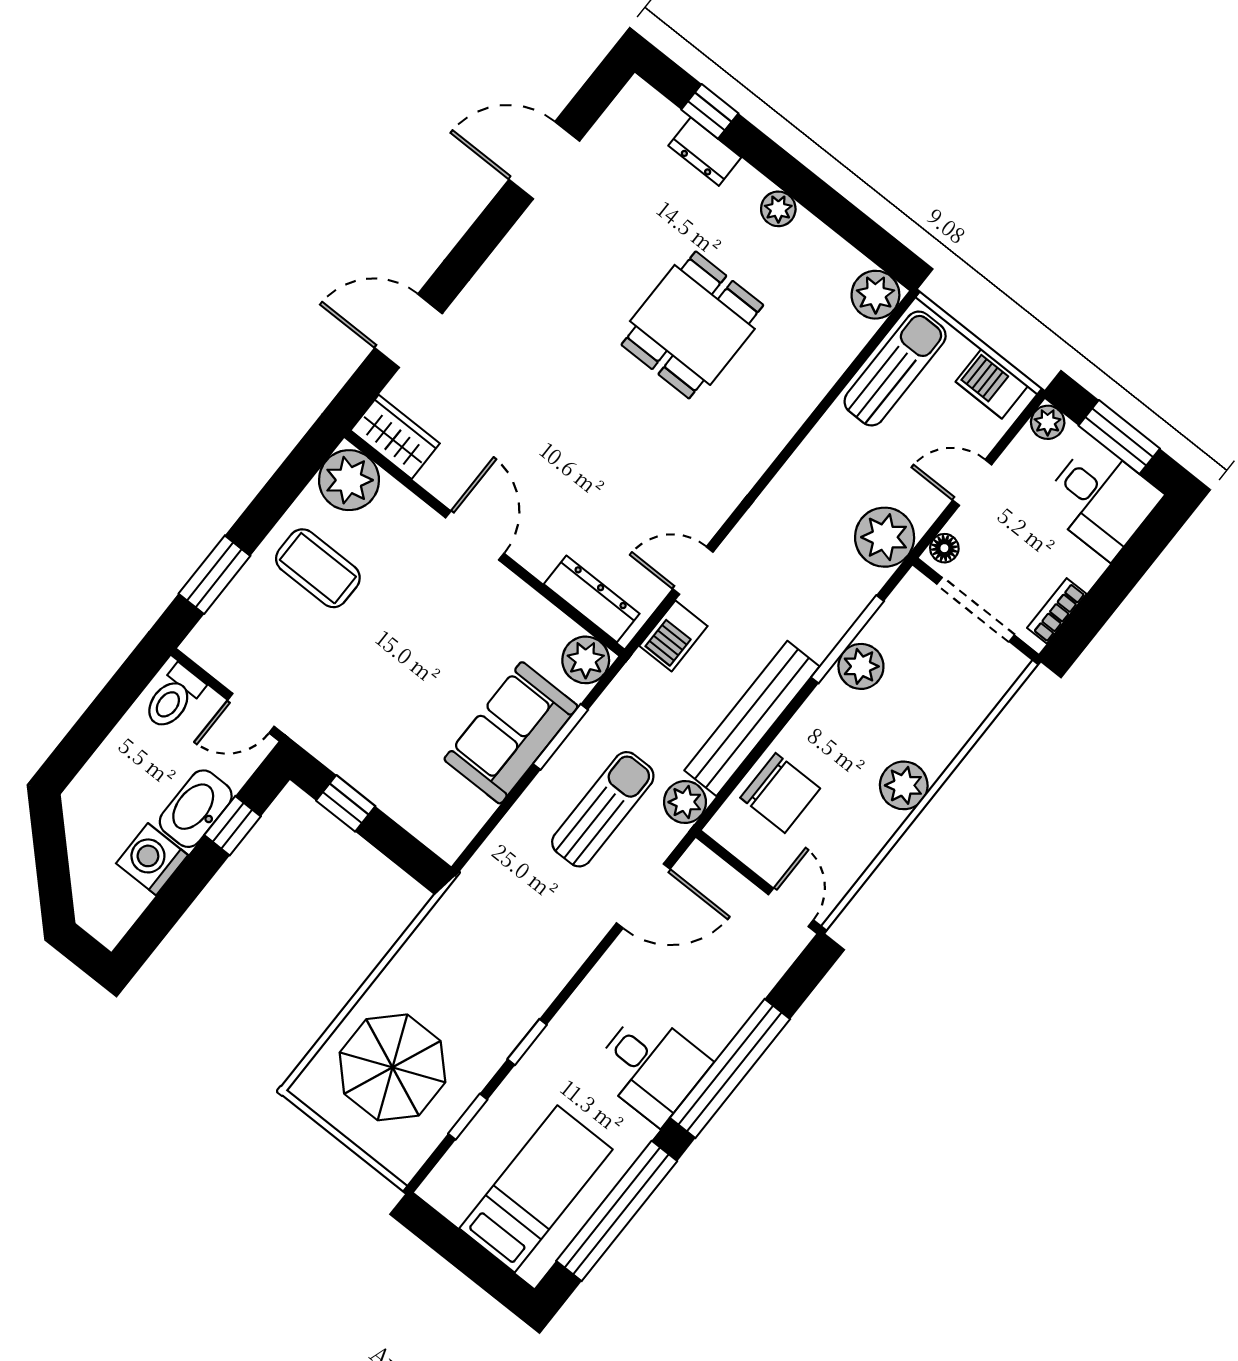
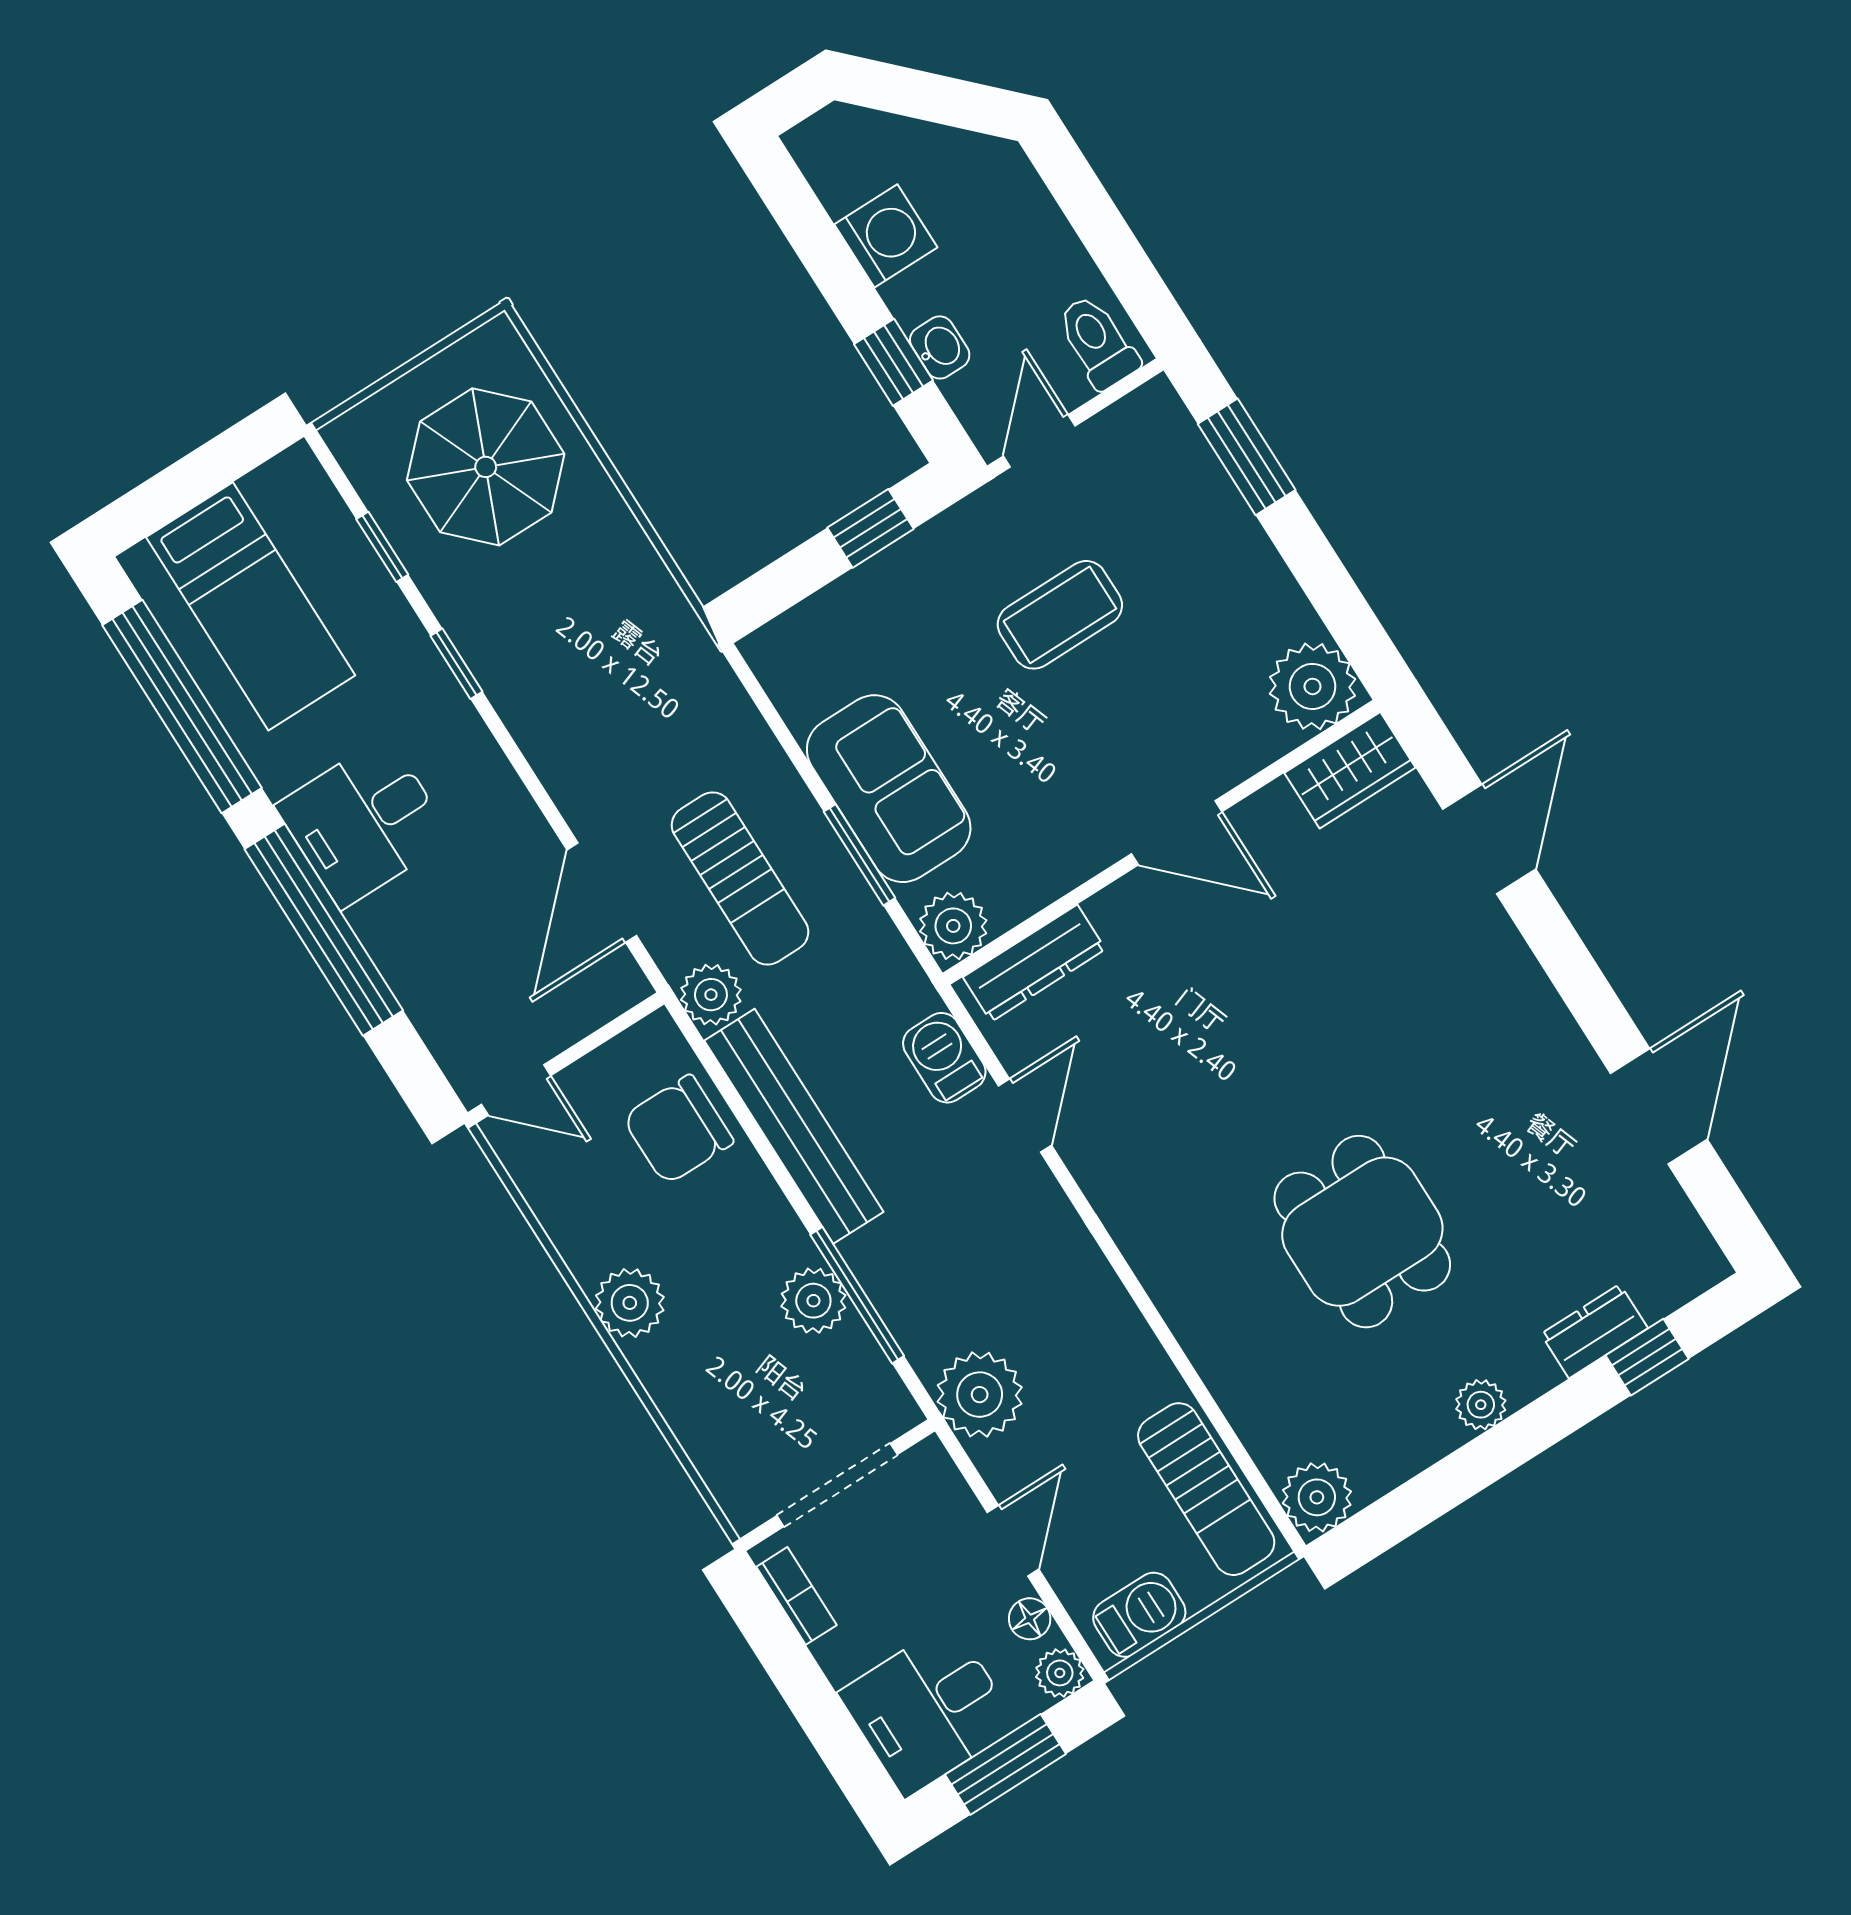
floor lamp: (944, 548) -> (1030, 1619), moved
coffee table: (318, 568) -> (1060, 615), moved
washbasin: (196, 809) -> (940, 347), width x0.52, depth x0.69

